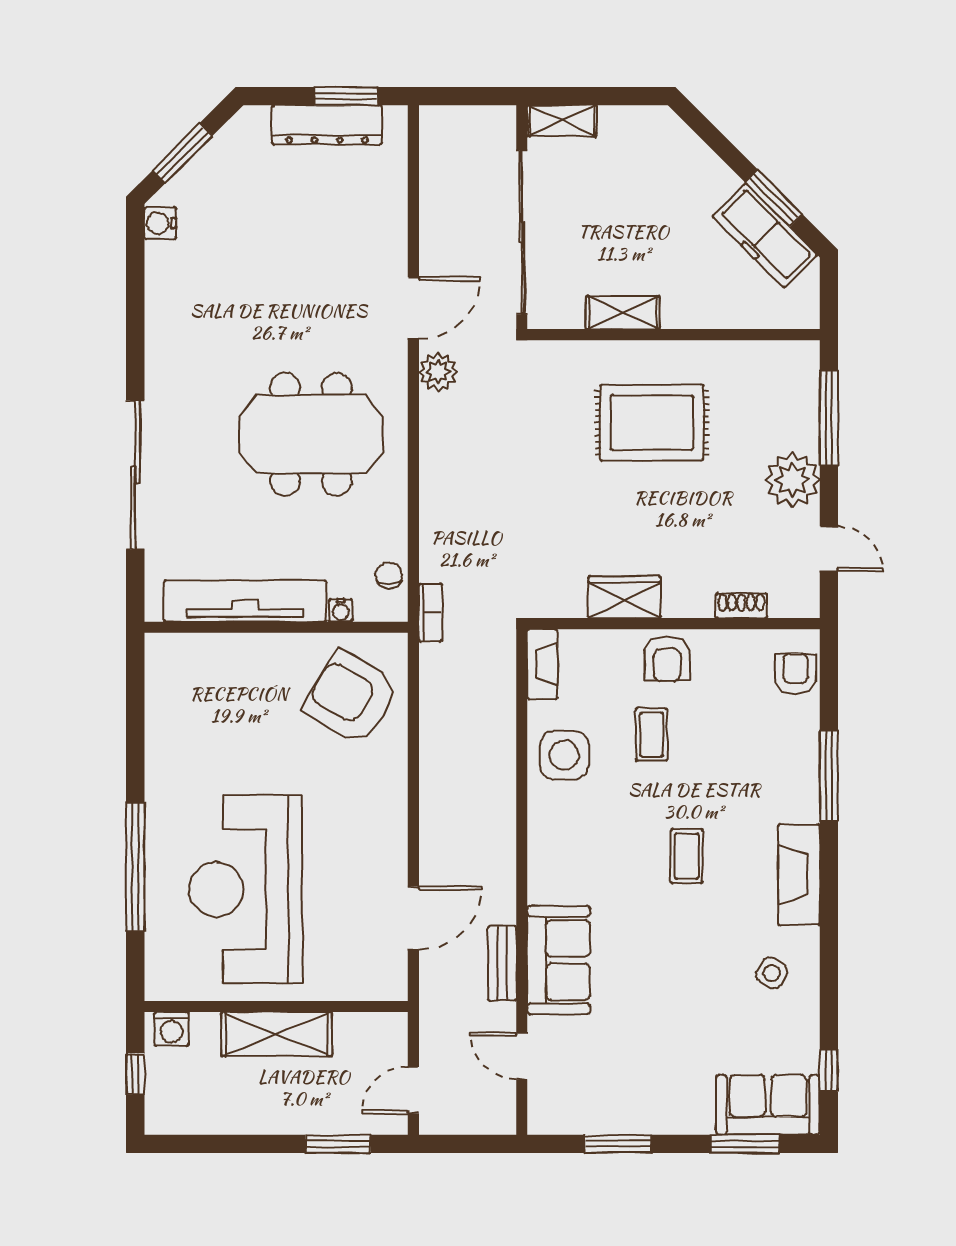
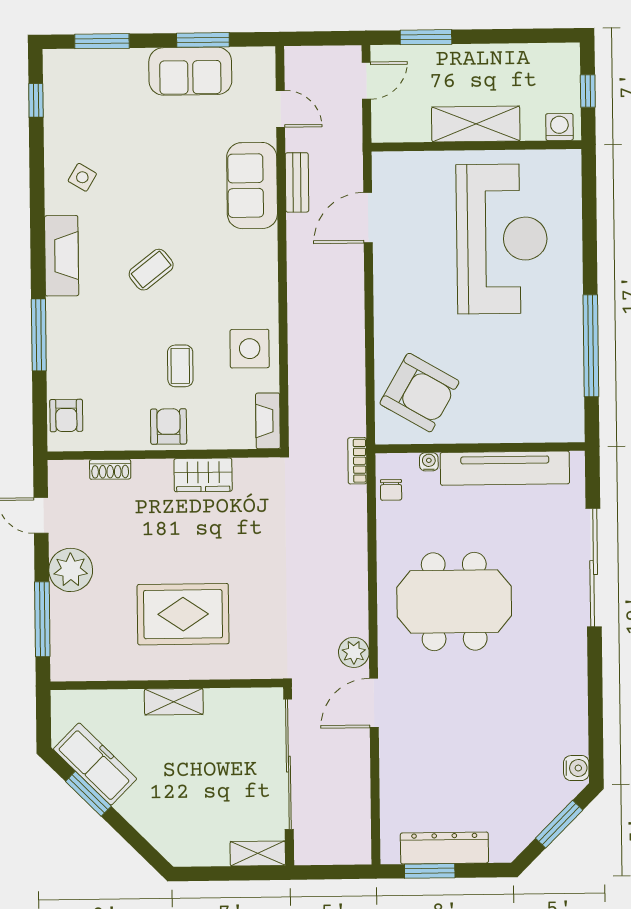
shelving: (623, 313) -> (174, 702), moved
coffee table: (687, 856) -> (151, 270), turned 52
window: (135, 867) -> (591, 346), moved
sofa: (768, 1105) -> (190, 71), moved

